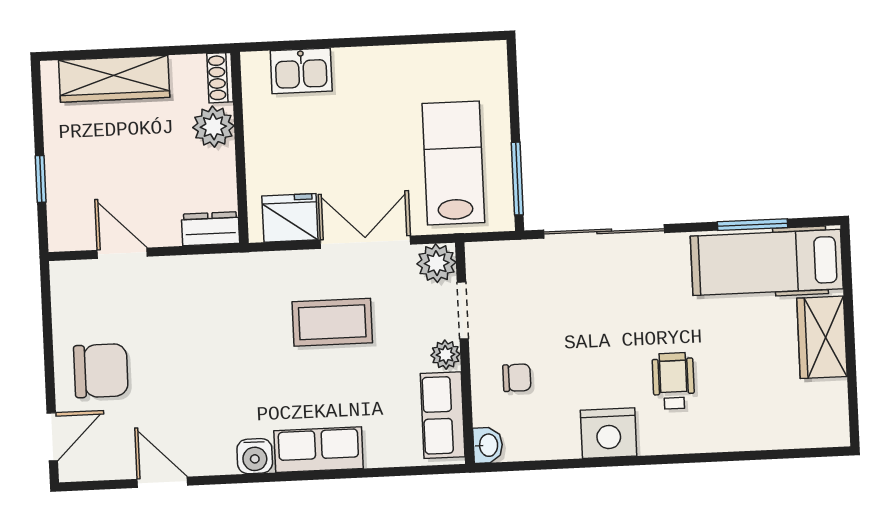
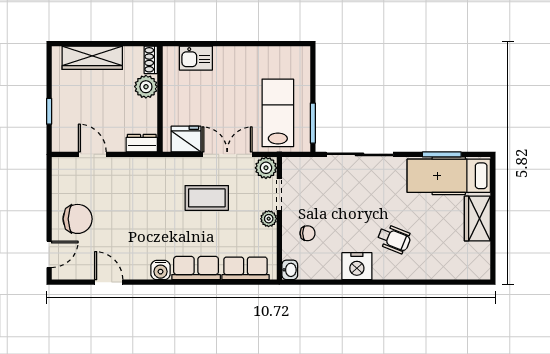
wheelchair: (673, 381) -> (394, 239), turned 112
row of seats: (443, 415) -> (246, 268), moved, turned 90

